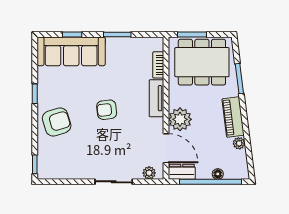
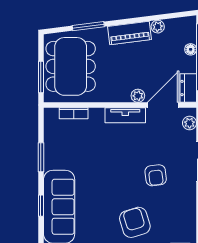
tv unit: (156, 98) -> (125, 115), moved
armchair: (107, 110) -> (156, 175), moved
plant: (180, 119) -> (138, 96), width x0.53, depth x0.53

